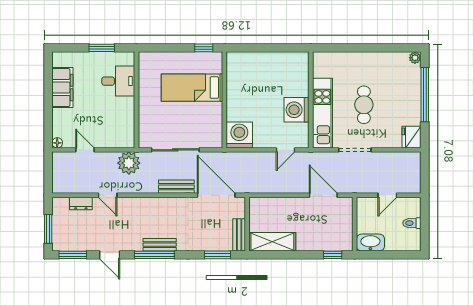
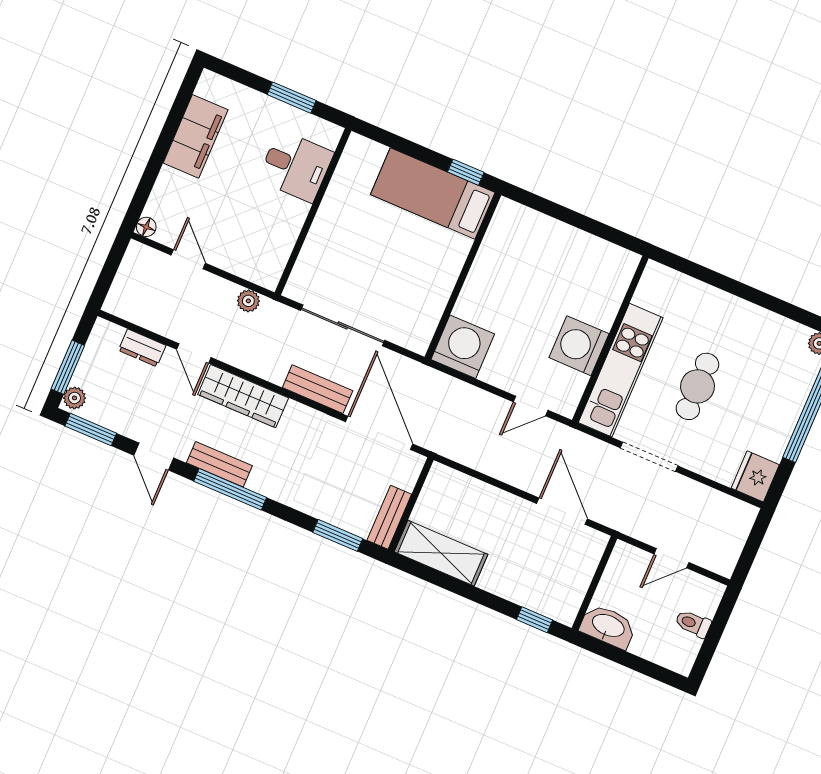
bed: (192, 88) -> (433, 194), moved
plant: (129, 163) -> (248, 301), width x0.53, depth x0.53
wardrobe: (141, 206) -> (243, 396), added
plant: (58, 243) -> (74, 398), added
bench: (160, 245) -> (219, 464), moved

